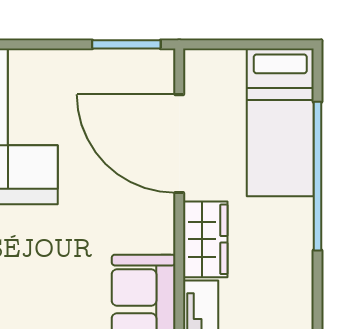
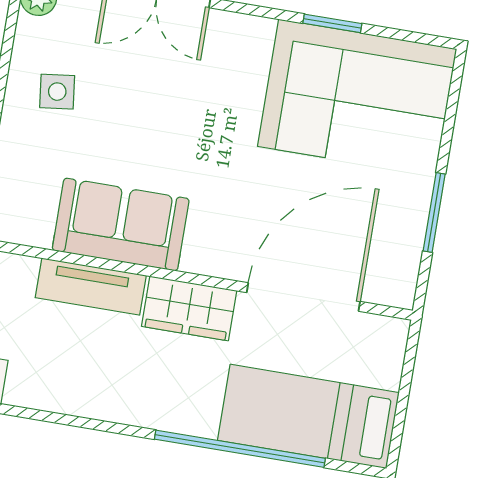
window: (126, 44) -> (434, 212), moved

